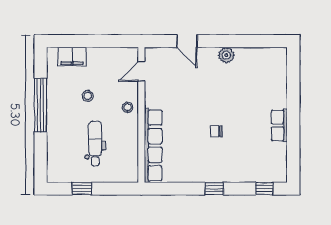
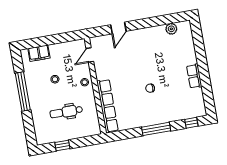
door: (187, 41) -> (118, 28), hinge flipped
plant: (226, 55) -> (171, 29), moved
dental chair: (95, 143) -> (66, 112), turned -90
window: (214, 189) -> (156, 129), width x2.17

